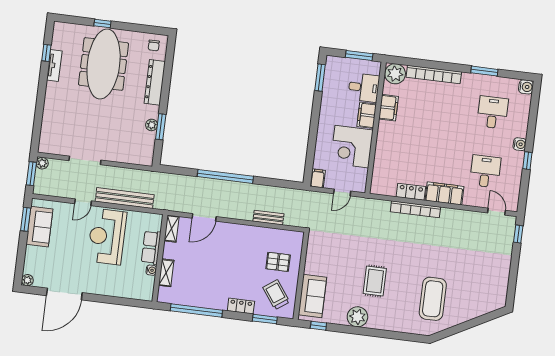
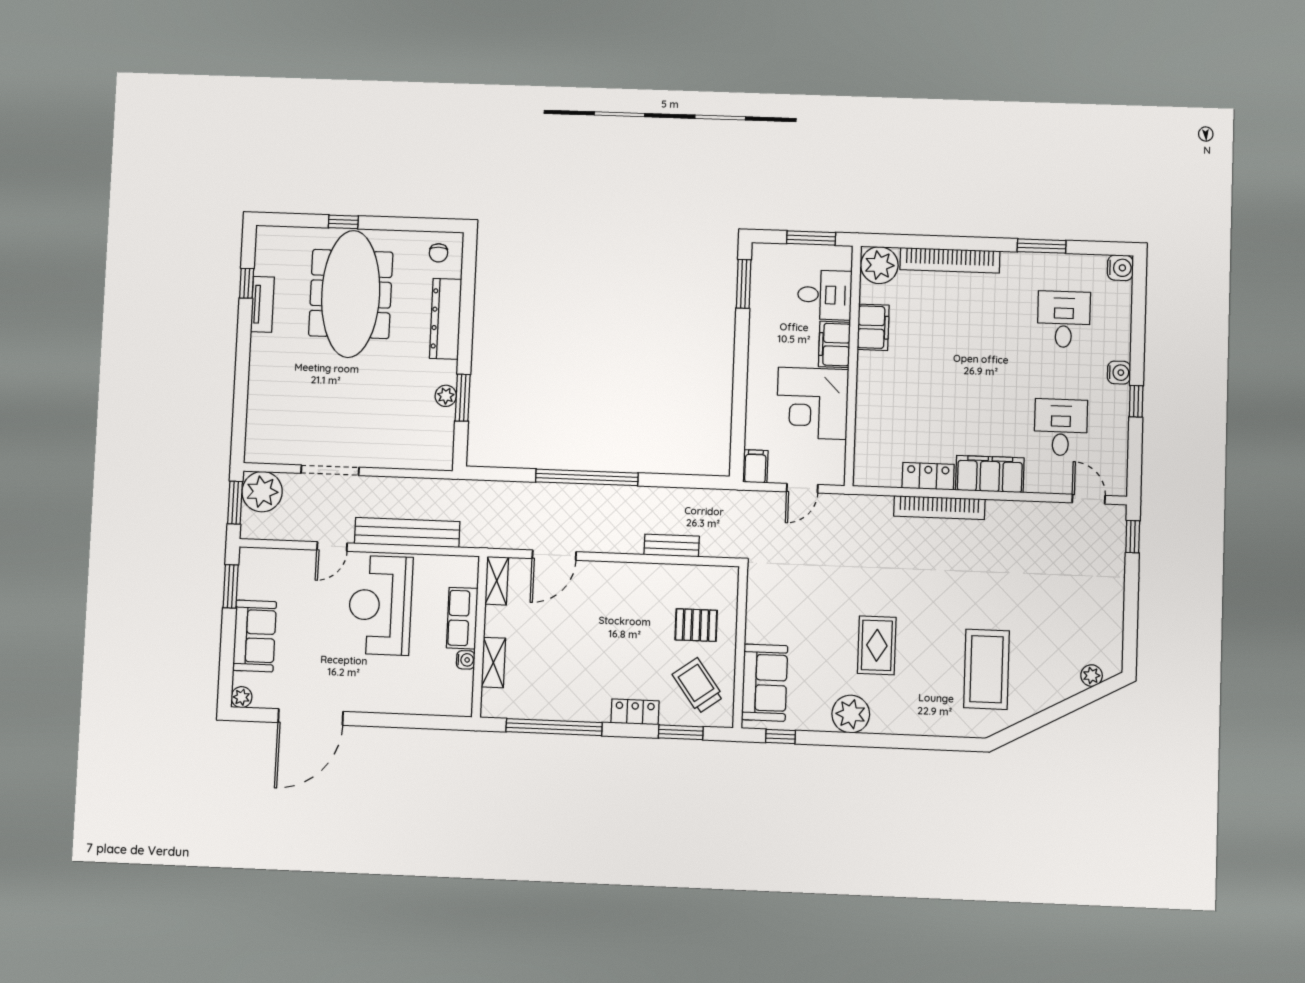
plant: (42, 163) -> (262, 492), width x1.87, depth x1.87
sofa: (39, 227) -> (255, 636), moved
plant: (489, 307) -> (1092, 676), added

